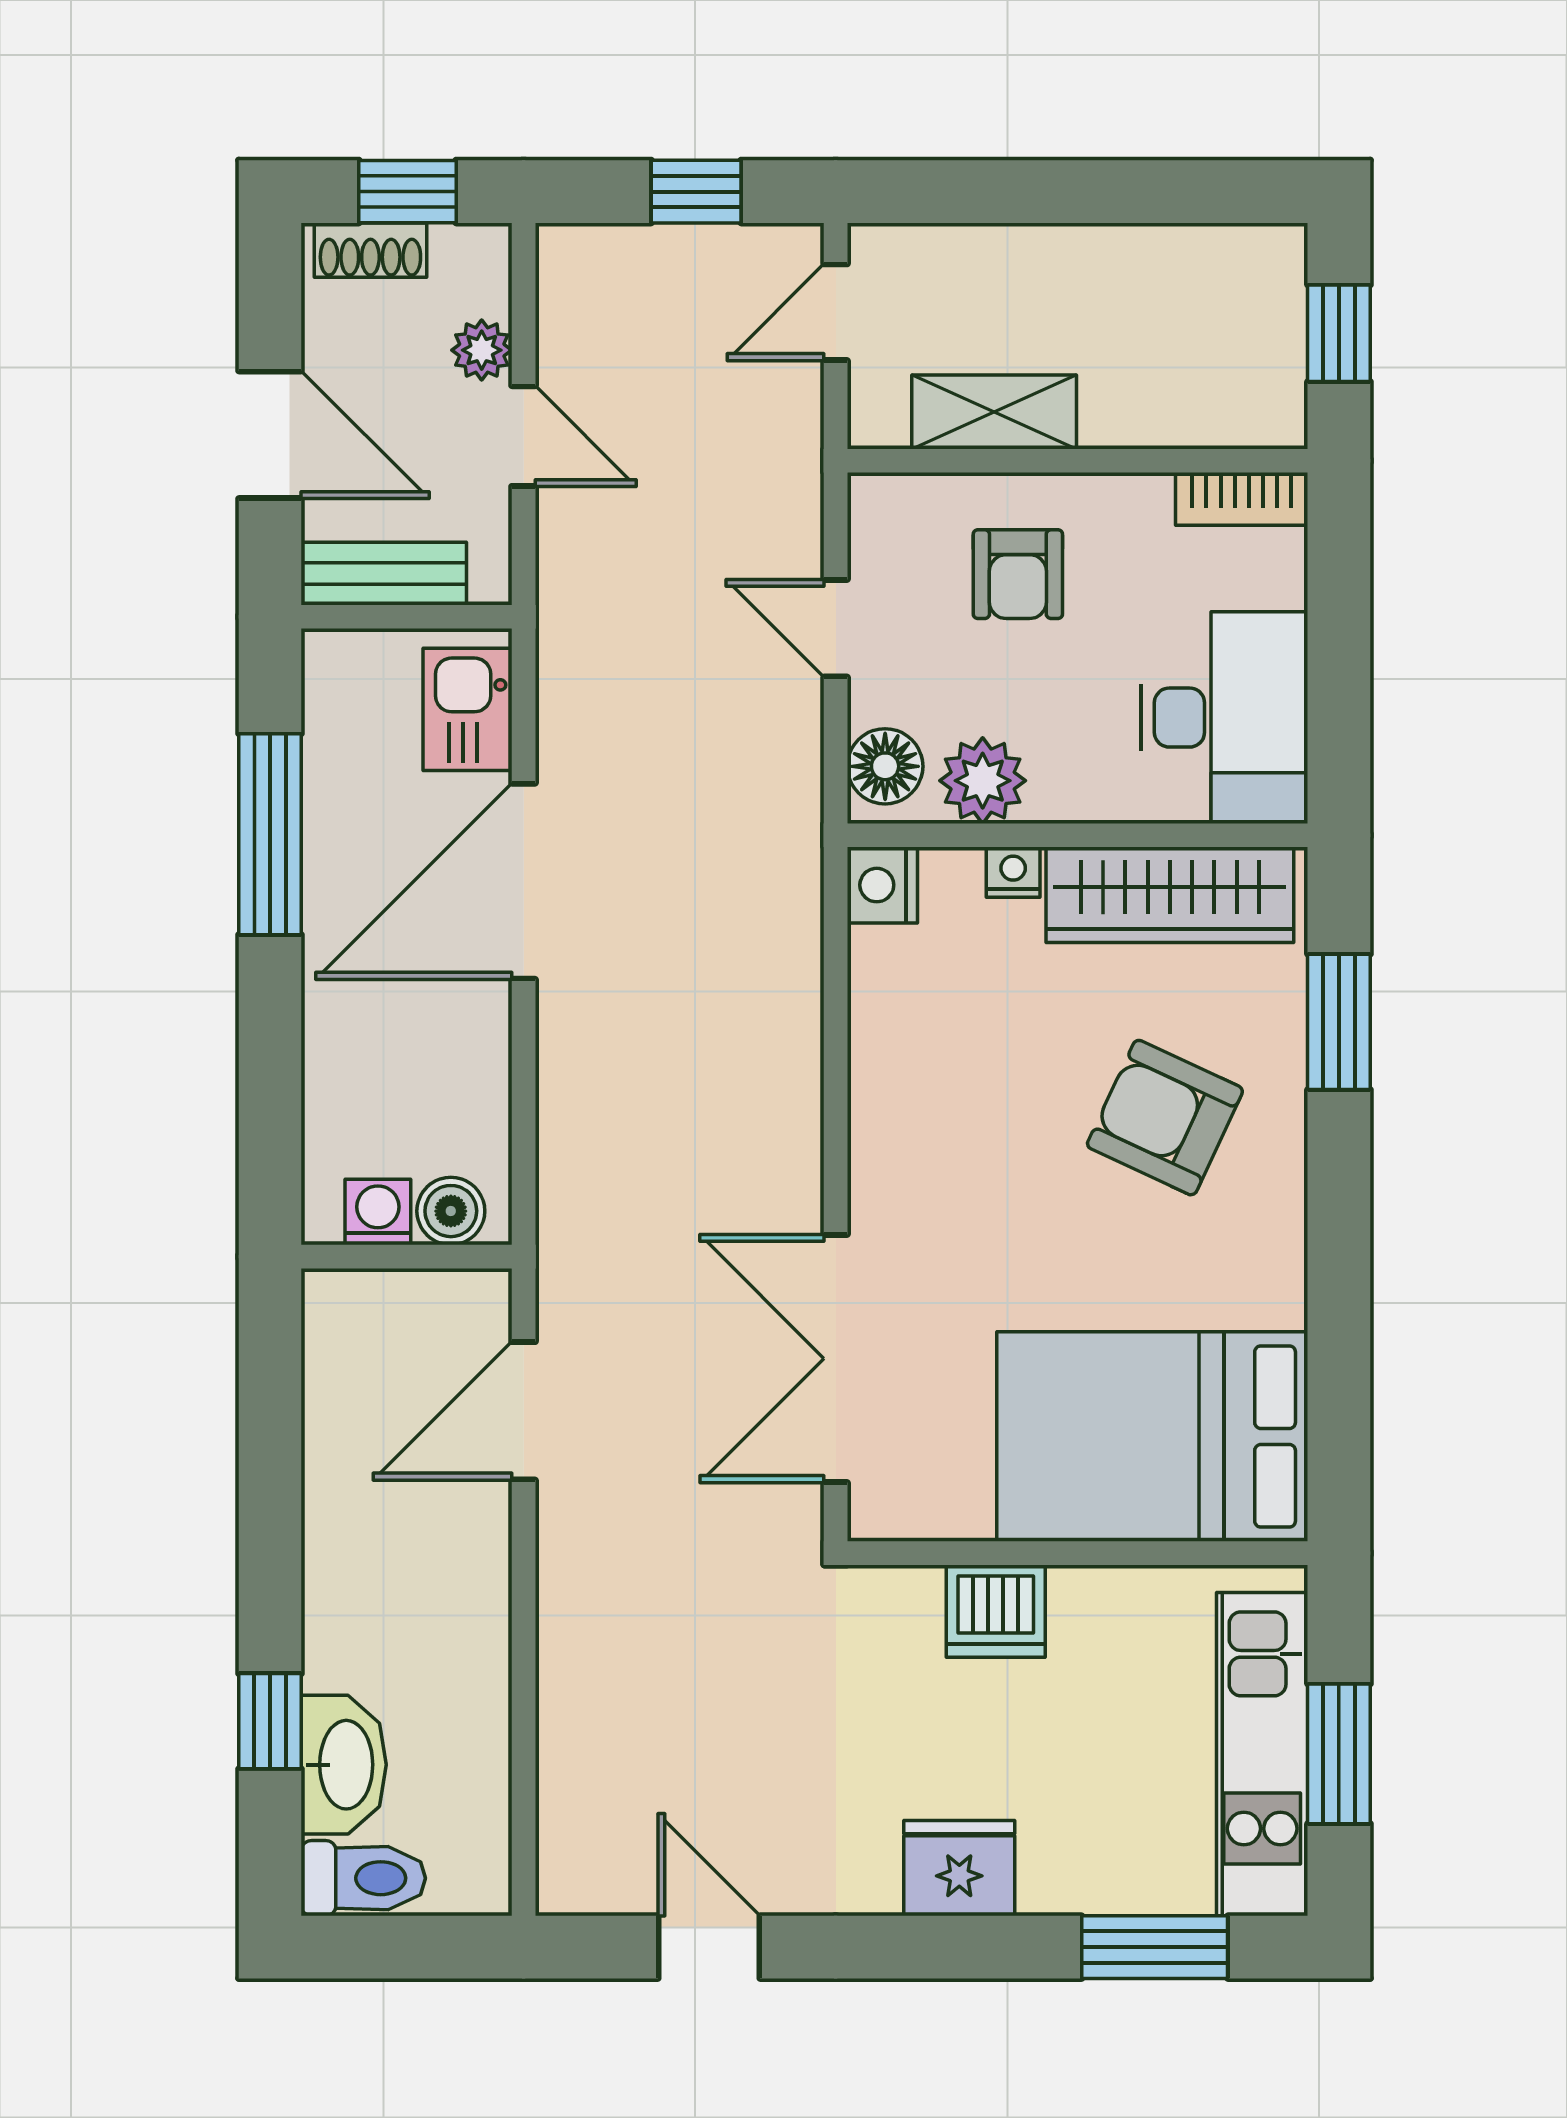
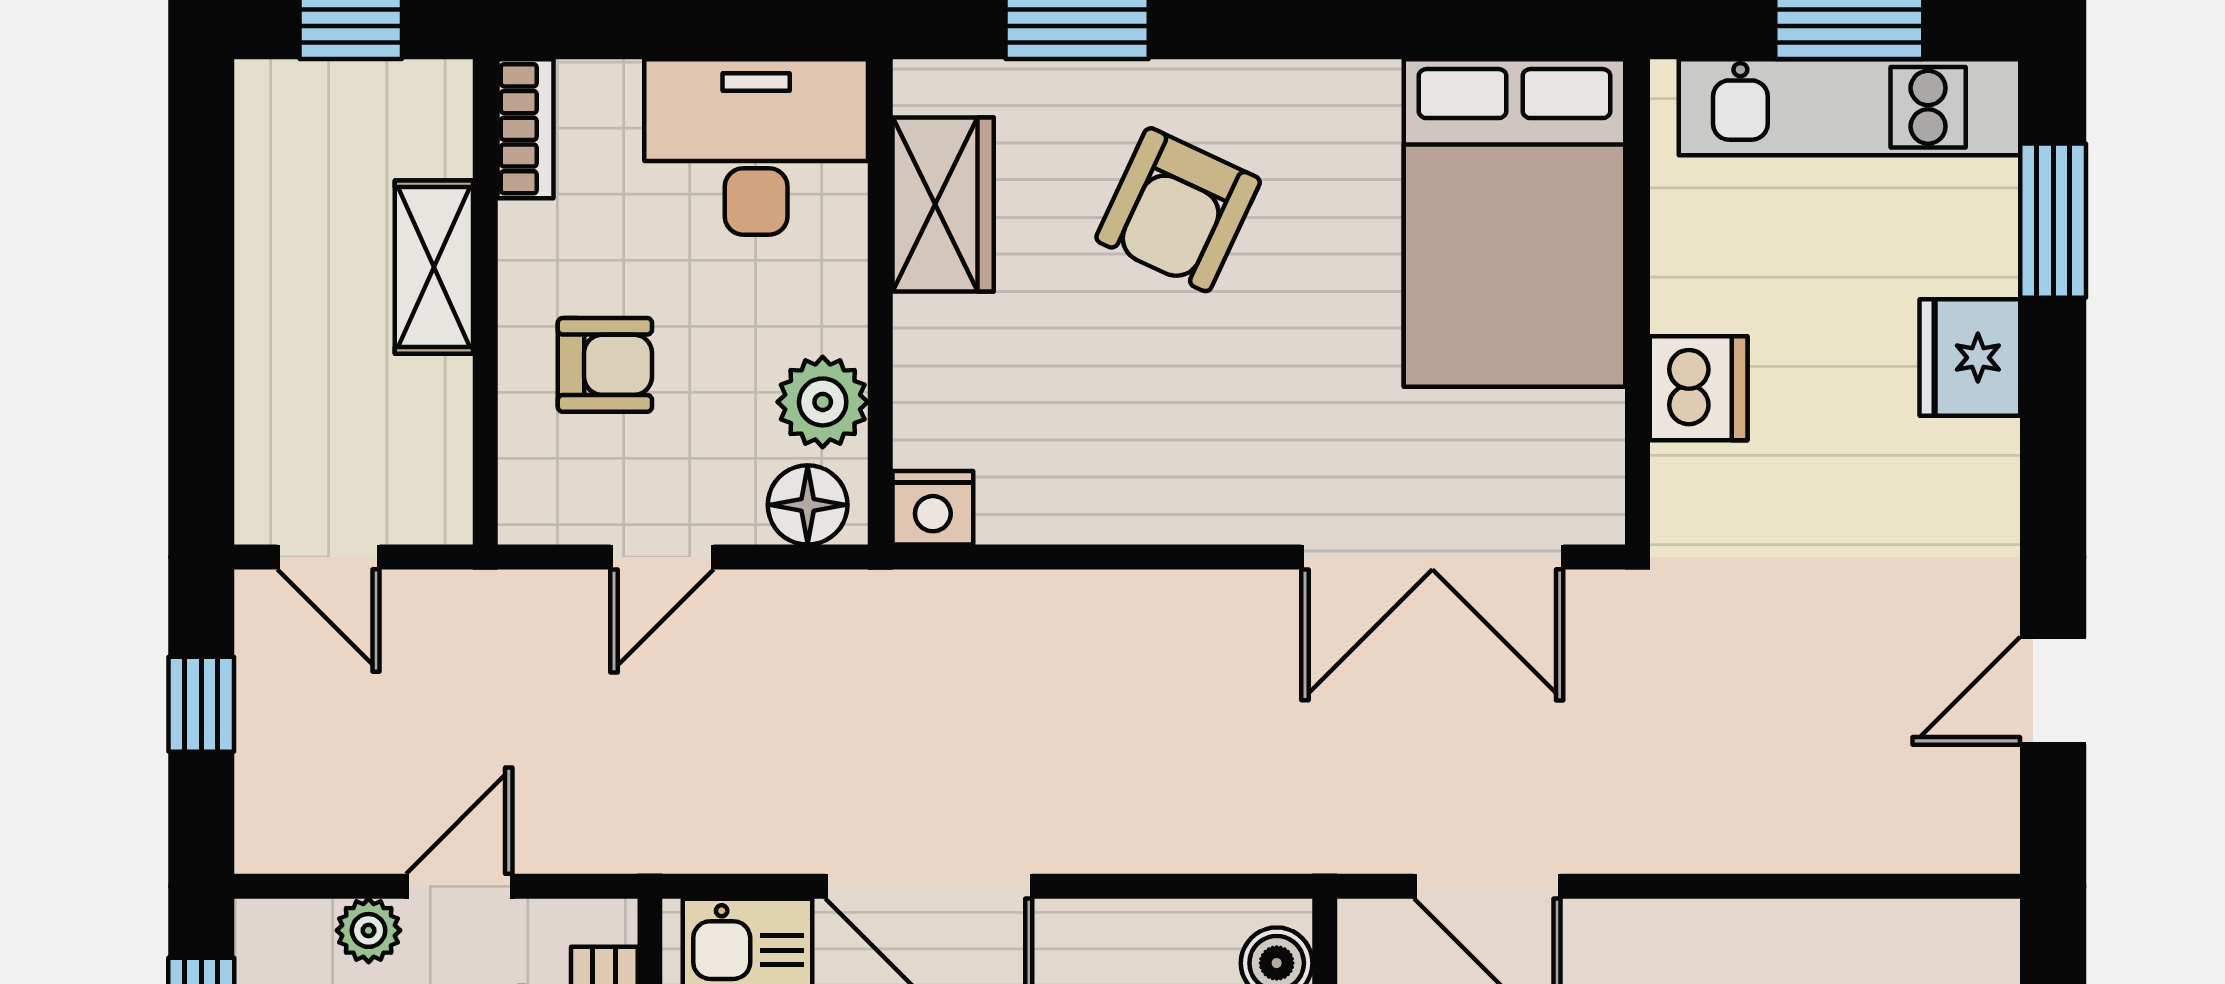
shelving: (994, 412) -> (434, 267), moved
nightstand: (1013, 872) -> (919, 370), removed
wardrobe: (1170, 895) -> (943, 205), width x0.67
fridge: (959, 1868) -> (1970, 358), moved

